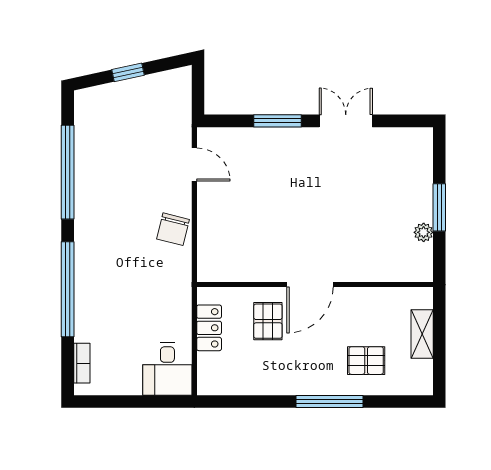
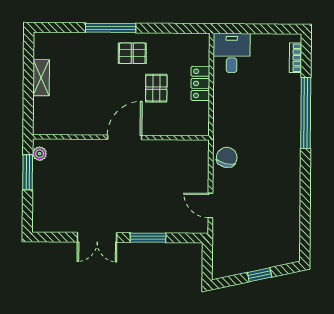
window: (68, 172) -> (305, 201), removed
door: (310, 285) -> (125, 137), moved
wall: (315, 285) -> (121, 137), moved
pallet: (366, 361) -> (132, 53), moved

